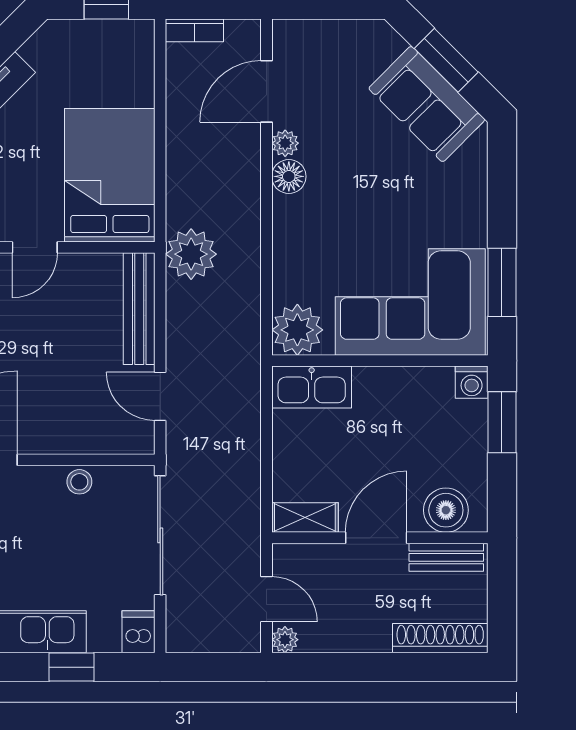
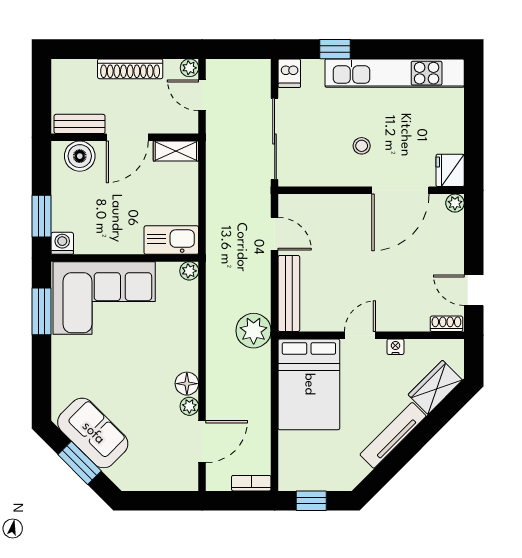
plant: (297, 330) -> (189, 271), width x0.53, depth x0.53
stool: (79, 482) -> (362, 146), moved
shoe rack: (440, 638) -> (130, 69), moved

